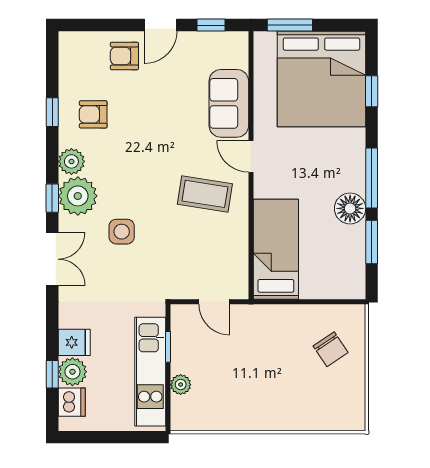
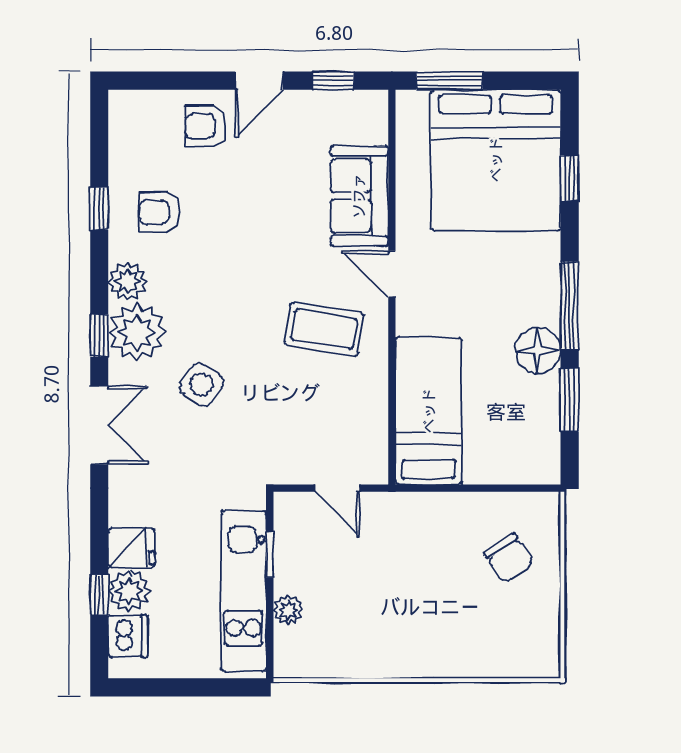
side table: (122, 232) -> (201, 385), turned 34

